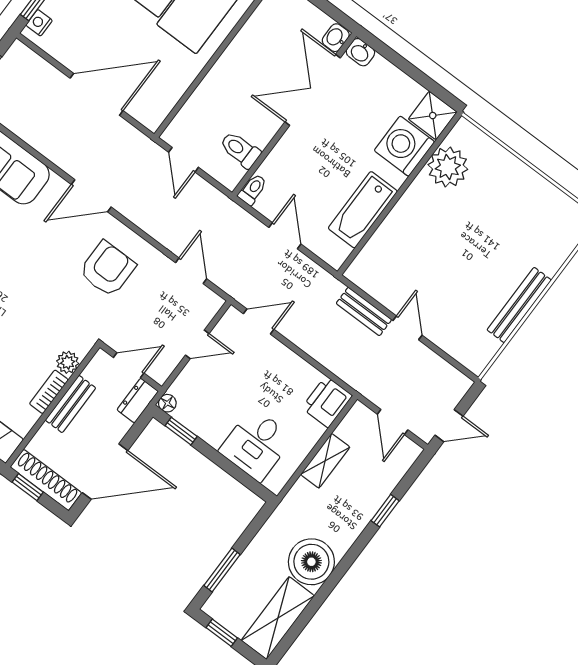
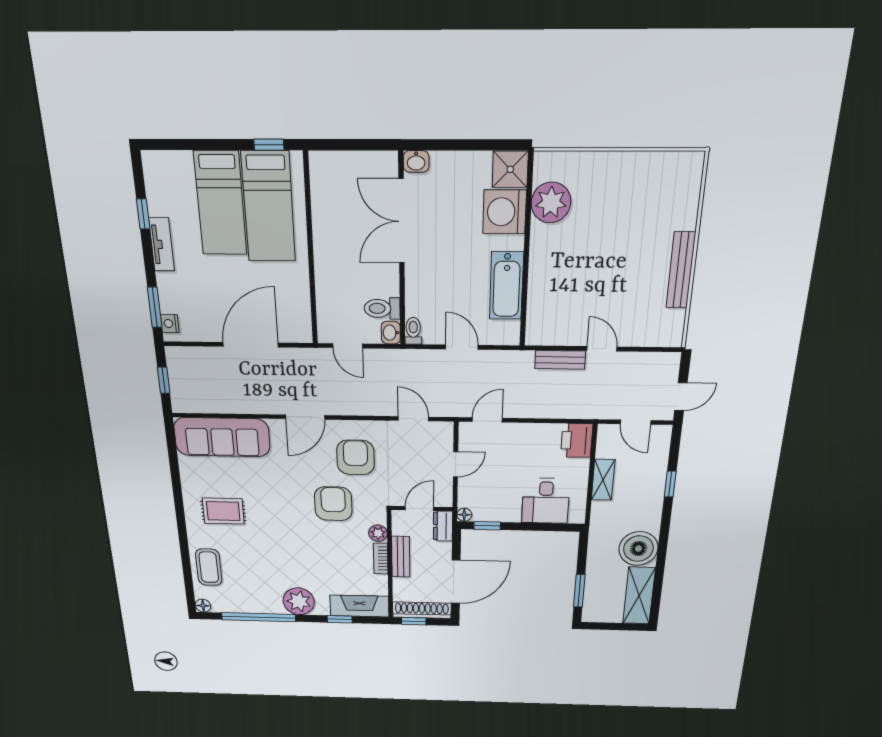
washbasin: (336, 38) -> (391, 333), moved
armchair: (48, 300) -> (333, 504), added
window: (222, 633) -> (606, 626), removed

